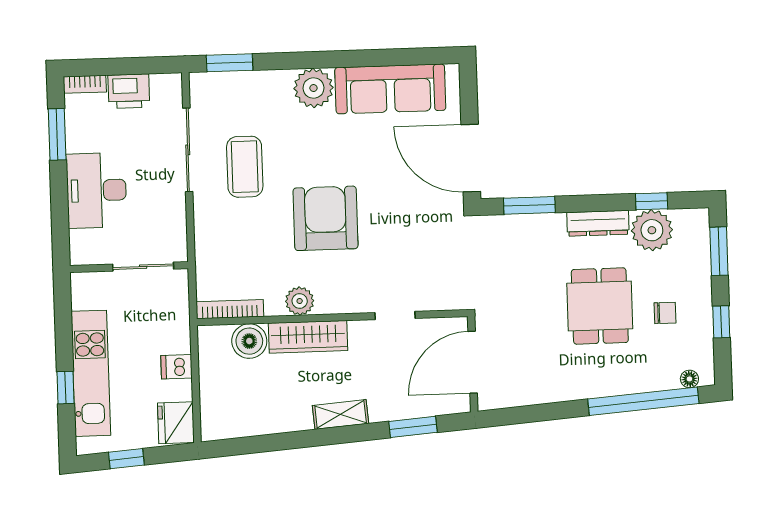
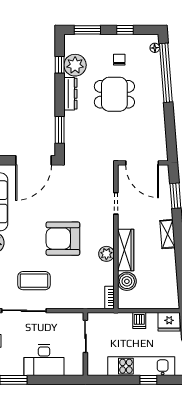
bookcase: (230, 309) -> (110, 297), width x0.64

